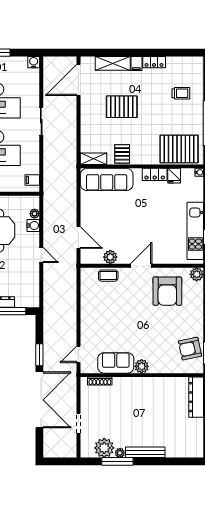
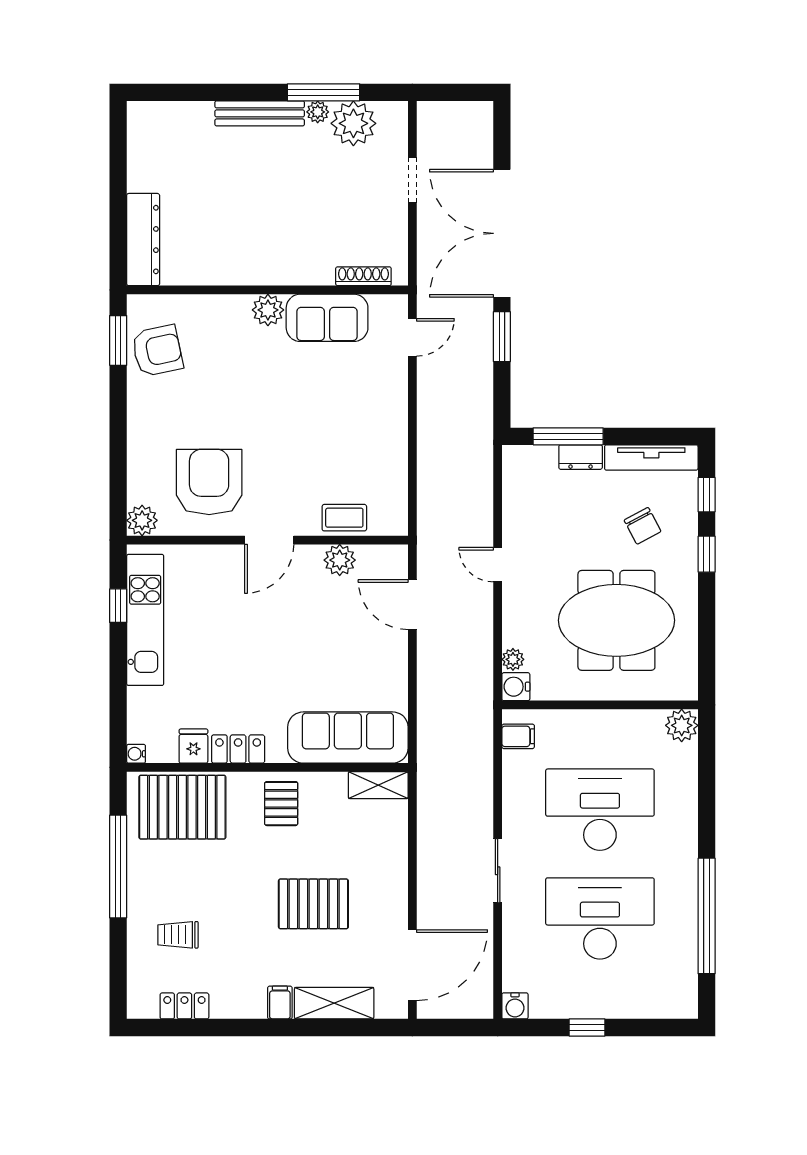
locker: (154, 62) -> (184, 1006), moved
pallet: (122, 154) -> (281, 804), moved
water cooler: (33, 226) -> (516, 687), moved

